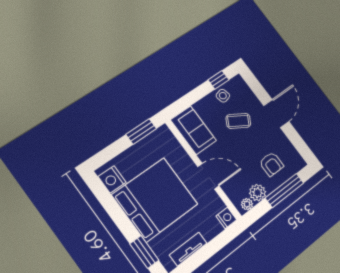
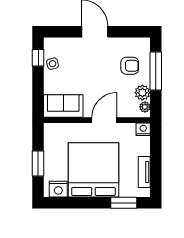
coffee table: (238, 121) -> (80, 66), removed
window: (141, 131) -> (38, 164), moved

